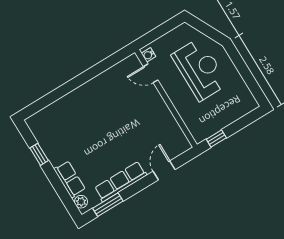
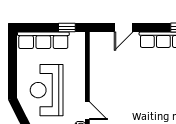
row of seats: (231, 114) -> (43, 40), added

